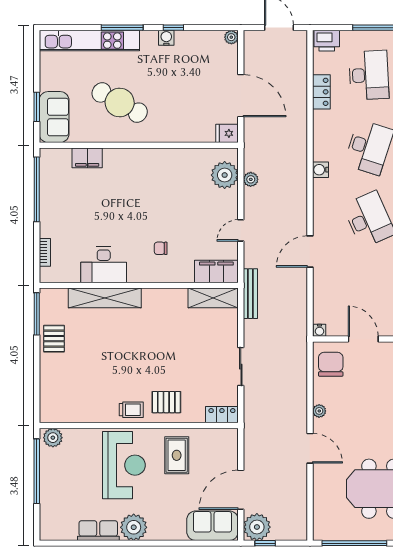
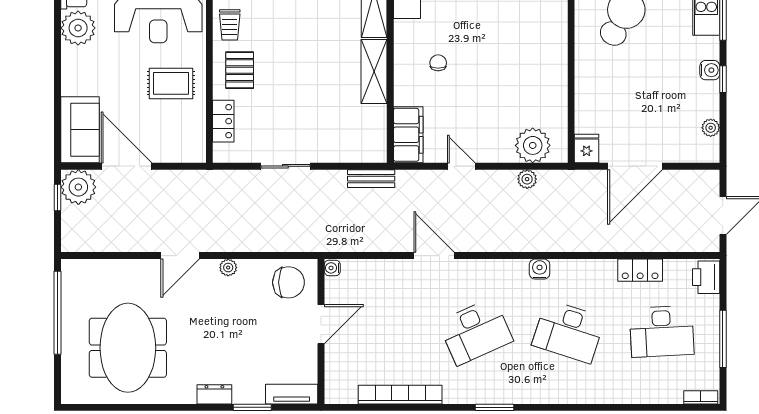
plant: (231, 37) -> (711, 128), moved
bench: (250, 294) -> (371, 179), width x0.73
shelving: (213, 298) -> (374, 72), moved
locker: (222, 415) -> (223, 121), moved

